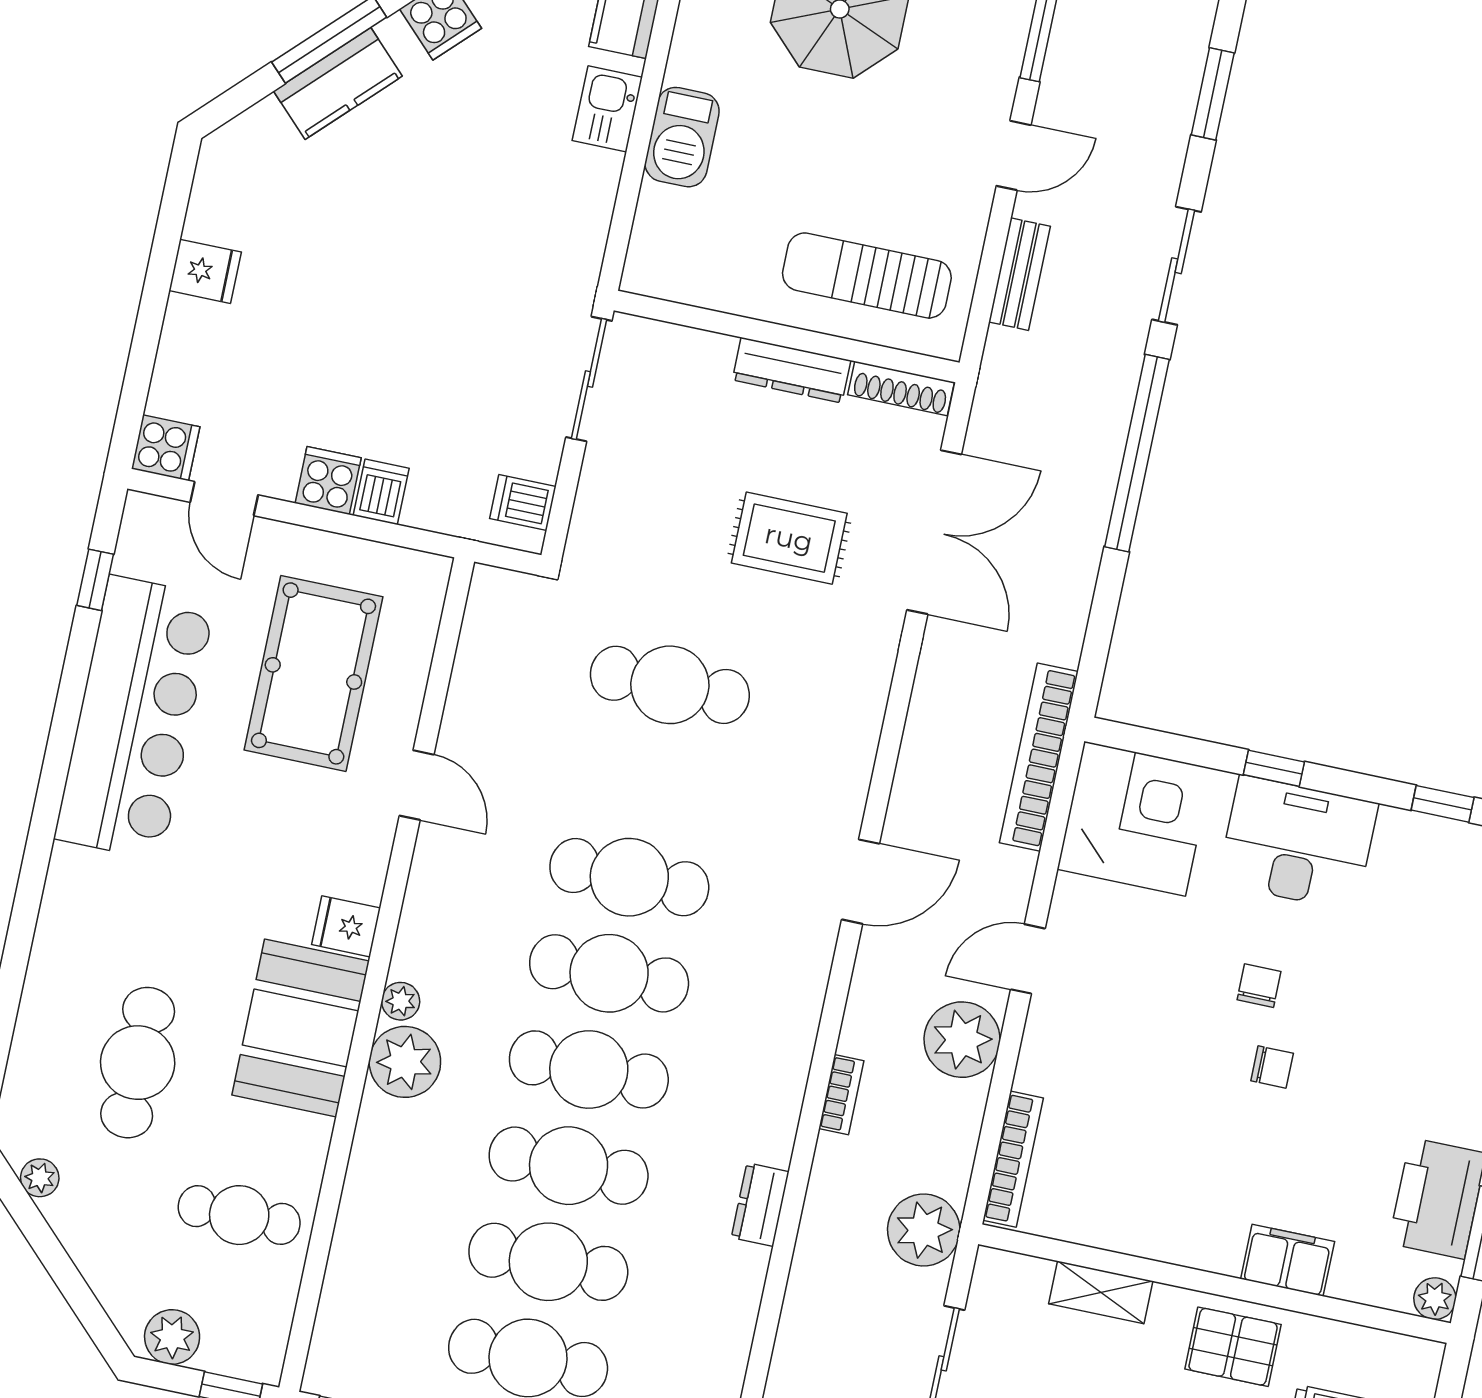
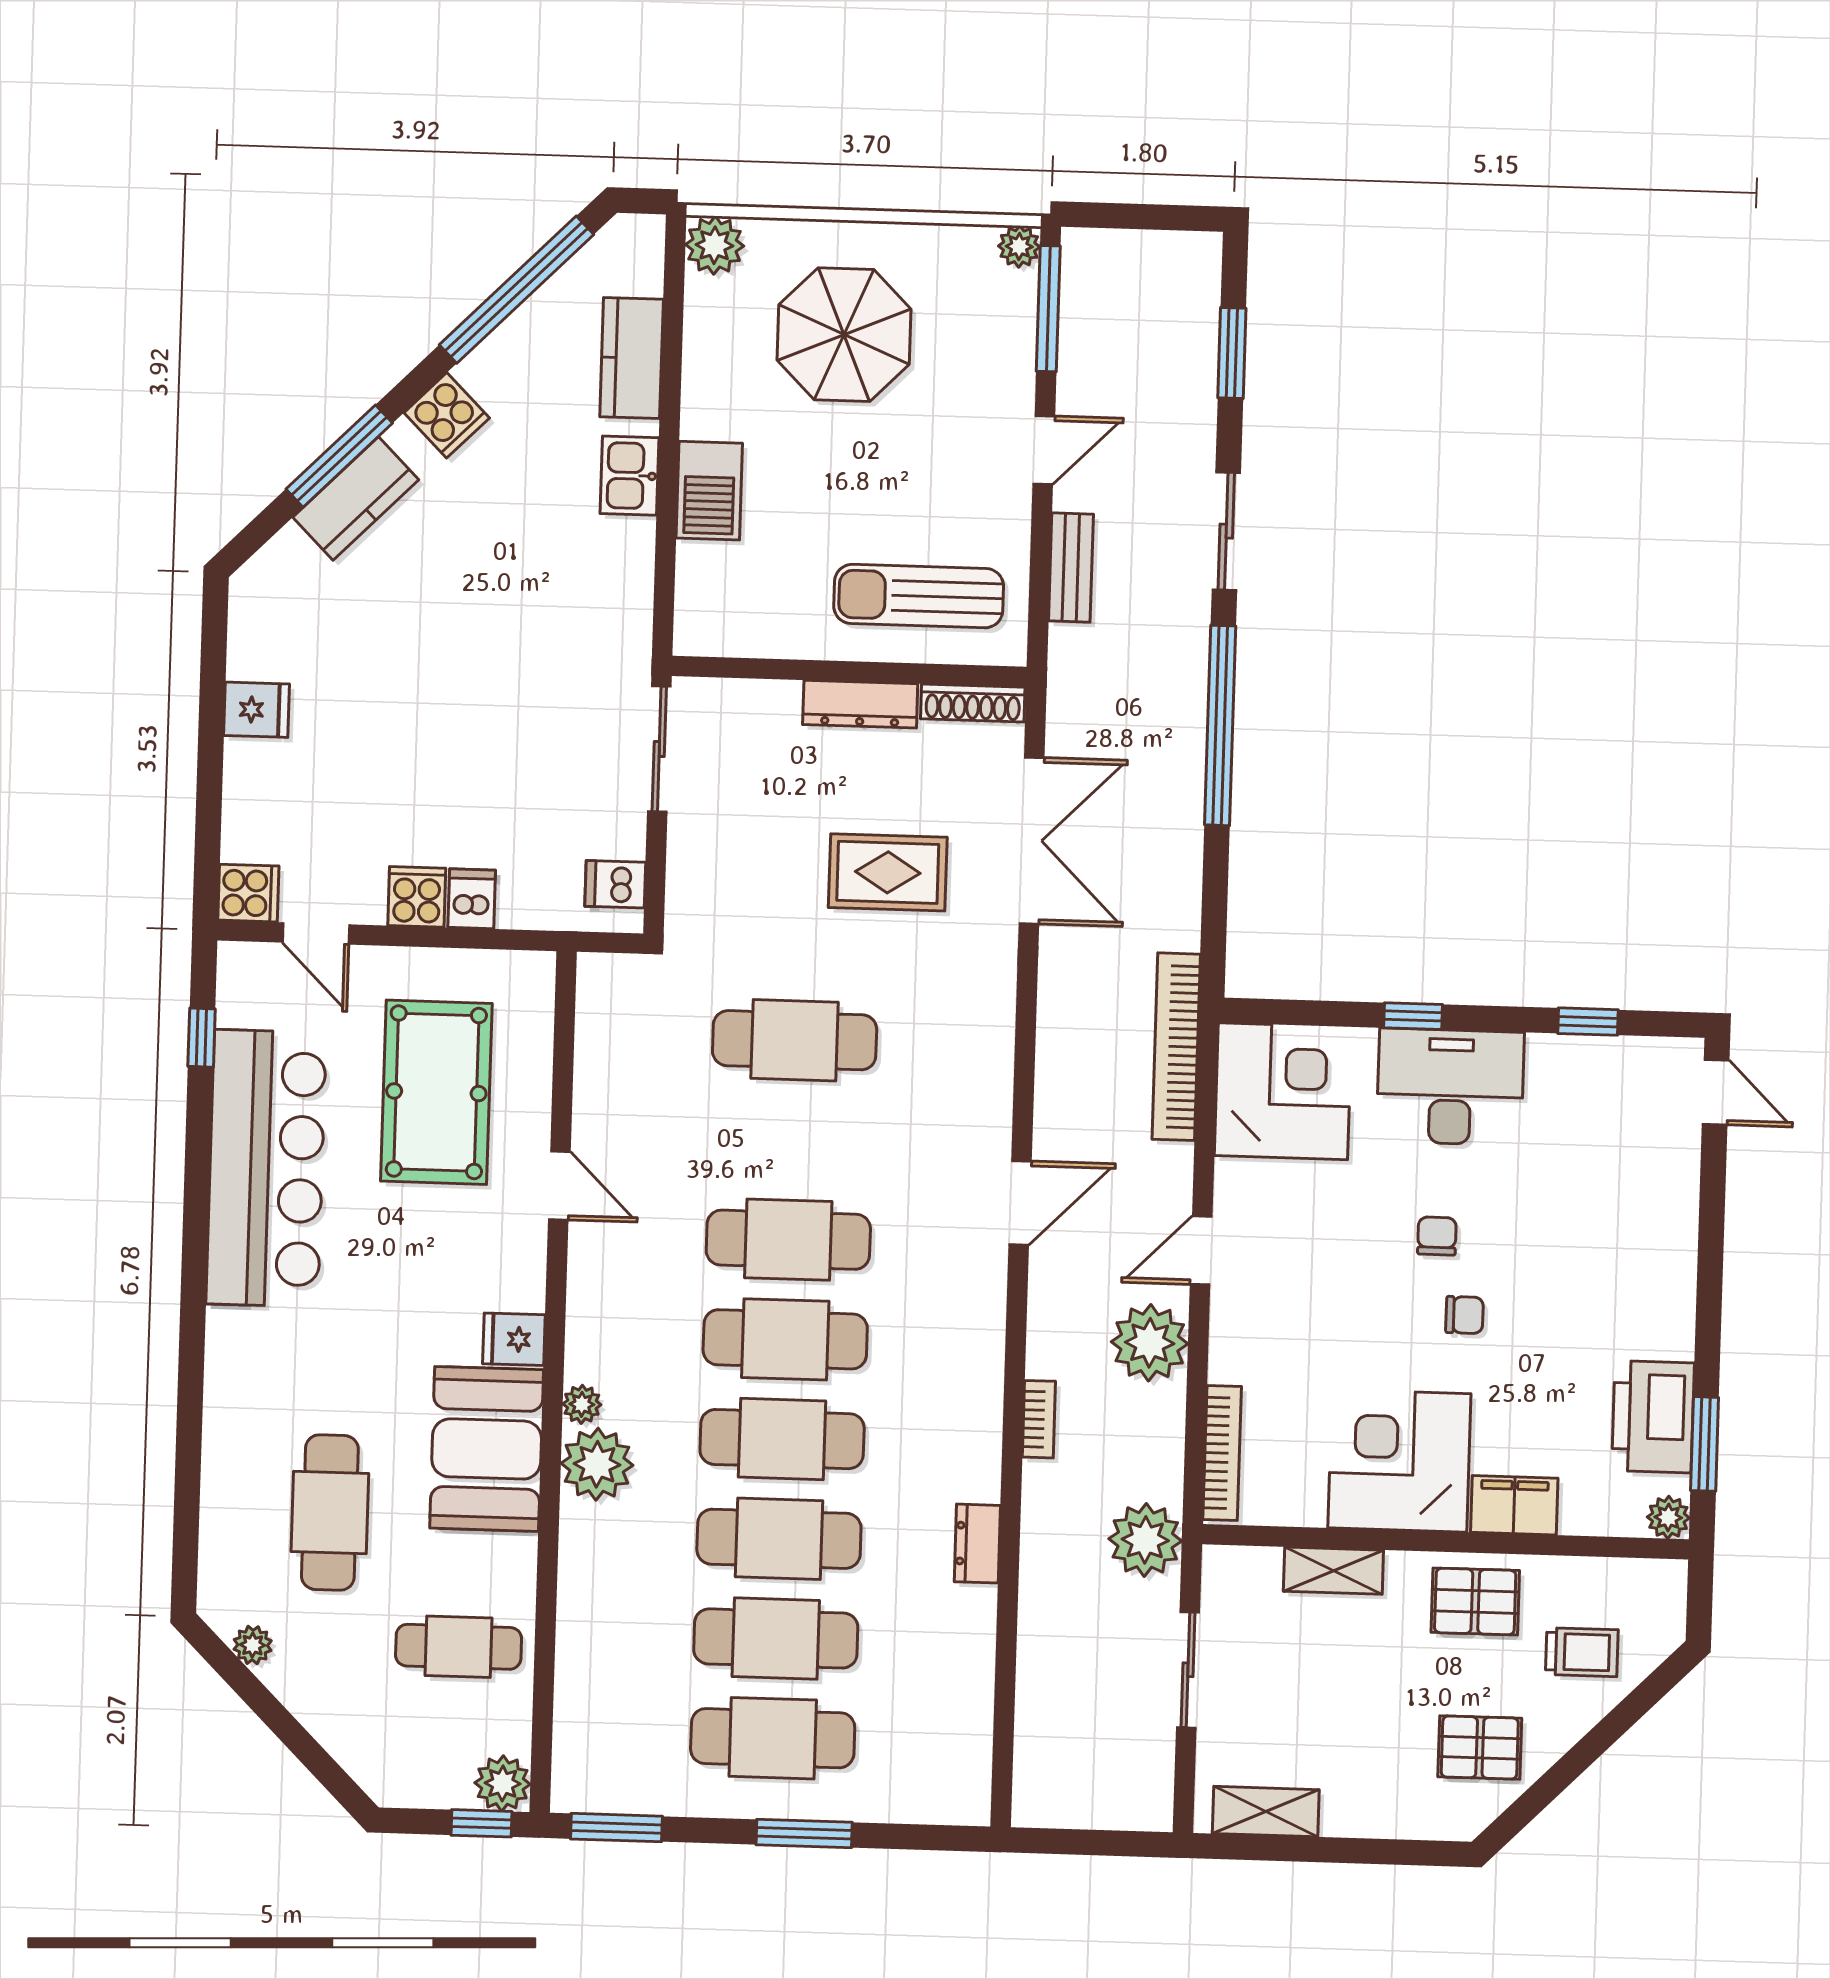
corner desk: (1184, 1197) -> (1399, 1461), added
plant: (172, 1337) -> (503, 1783), moved

